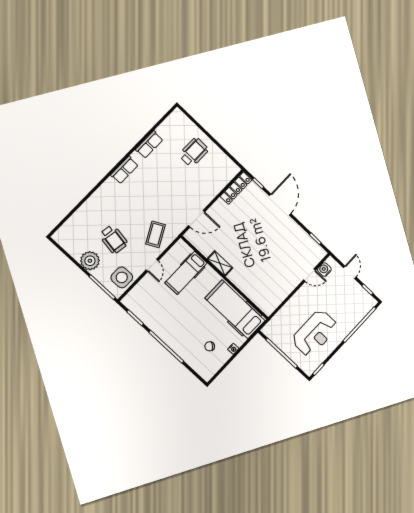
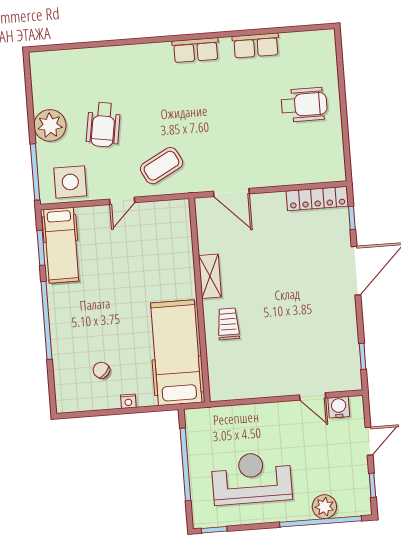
hospital bed: (186, 273) -> (61, 245), moved, turned -90
trolley: (246, 277) -> (228, 324), added
plant: (356, 317) -> (324, 507), added
reception desk: (315, 333) -> (252, 478), turned 180

